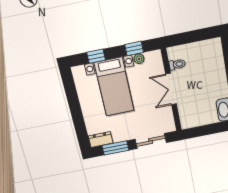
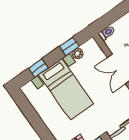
toilet: (177, 64) -> (107, 33), moved

